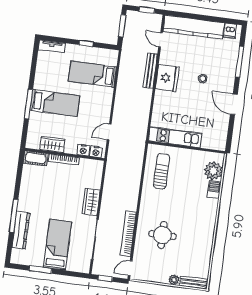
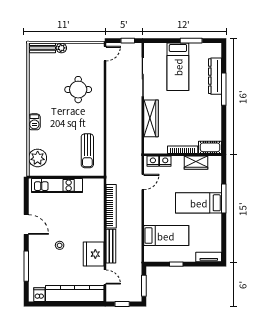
fridge: (167, 78) -> (94, 254), moved
kitchen unit: (175, 137) -> (57, 185), moved
barbecue: (214, 190) -> (34, 122), moved
wardrobe: (91, 202) -> (151, 118), width x1.50
bookcase: (128, 234) -> (111, 206), moved

